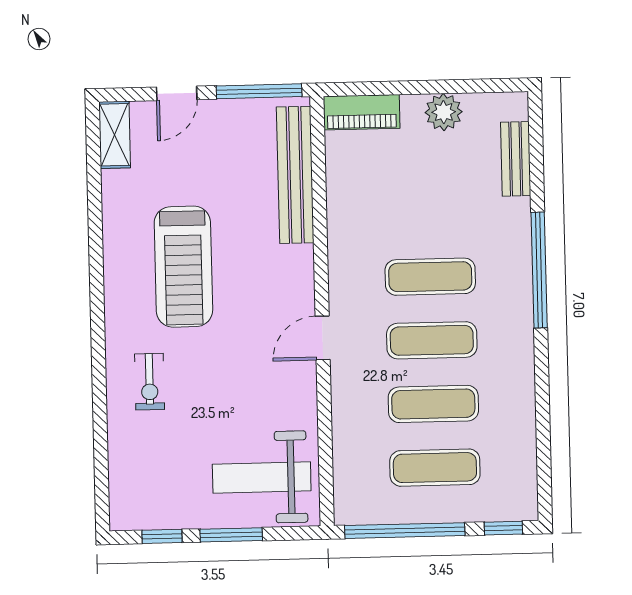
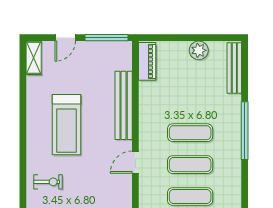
piano: (362, 112) -> (147, 61), moved, turned -90
bench: (516, 159) -> (234, 68), width x1.36
bench: (295, 175) -> (124, 105), moved
exercise bike: (149, 382) -> (48, 182), turned -90

